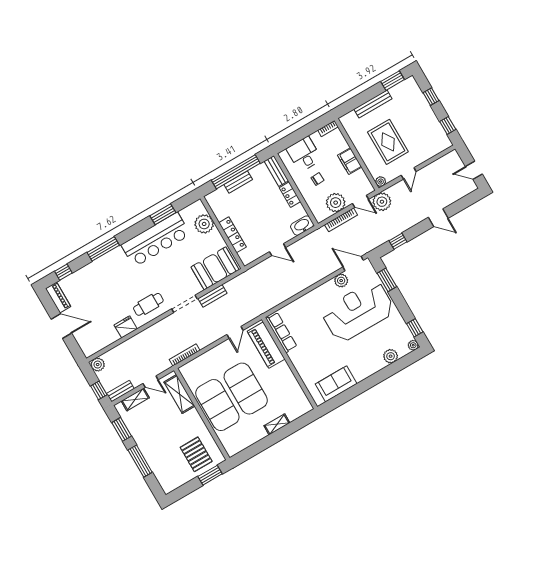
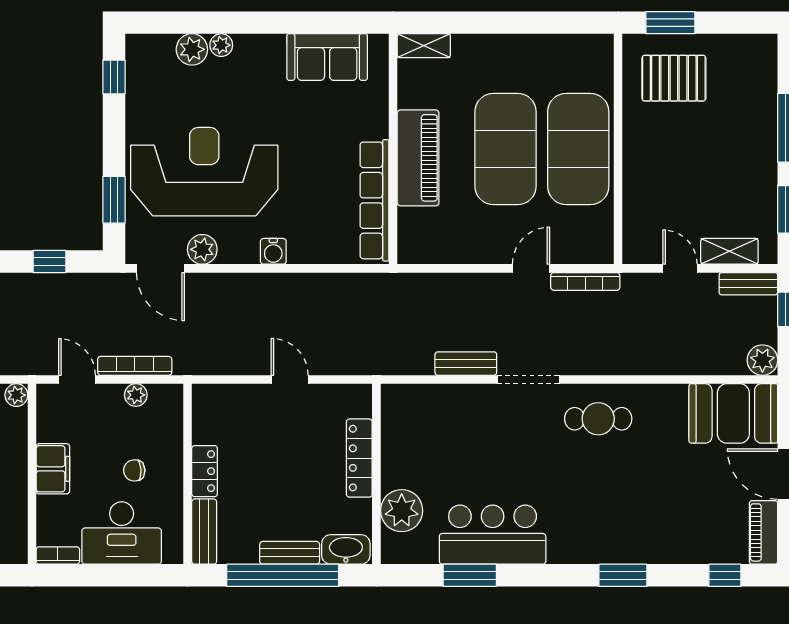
desk: (304, 154) -> (122, 533), width x1.37
plant: (382, 202) -> (36, 355), removed
plant: (336, 203) -> (136, 395), width x0.53, depth x0.53
washbasin: (302, 226) -> (346, 549), moved, turned 180
bar counter: (156, 240) -> (493, 535), width x0.73
window: (103, 249) -> (623, 575), width x0.69
booth: (215, 268) -> (733, 413), moved
water cooler: (313, 296) -> (273, 251), added
reception desk: (358, 311) -> (204, 172), turned 180
fridge: (126, 327) -> (667, 401), removed
door: (235, 332) -> (531, 268), moved
row of seats: (281, 332) -> (374, 200), width x1.36
piano: (266, 345) -> (418, 158), moved
plant: (413, 345) -> (221, 45), moved
shelving: (179, 394) -> (638, 212), removed
shelving: (277, 424) -> (424, 46), moved
pallet: (196, 454) -> (674, 78), turned 90

